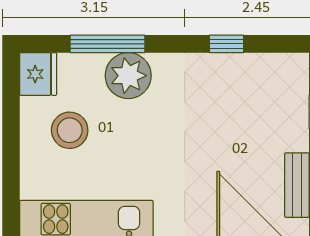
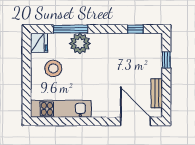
window: (226, 44) -> (135, 29), moved

